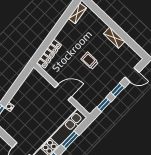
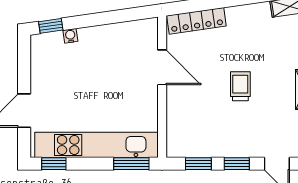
door: (63, 92) -> (162, 67), moved
window: (70, 140) -> (131, 164), moved

